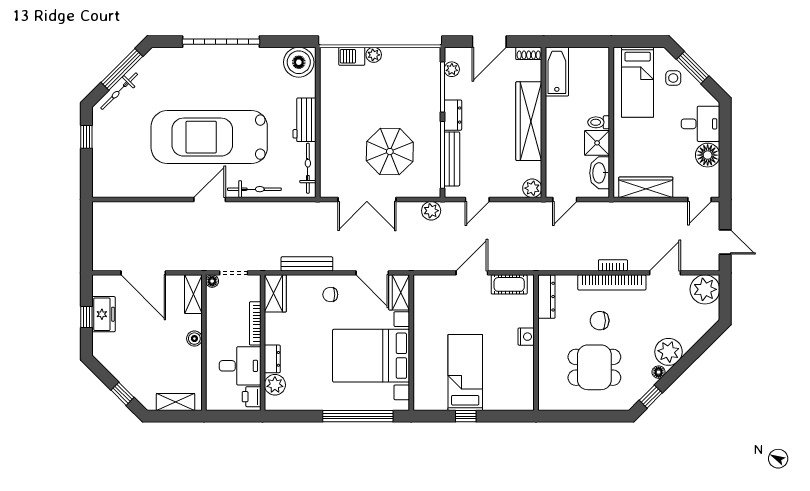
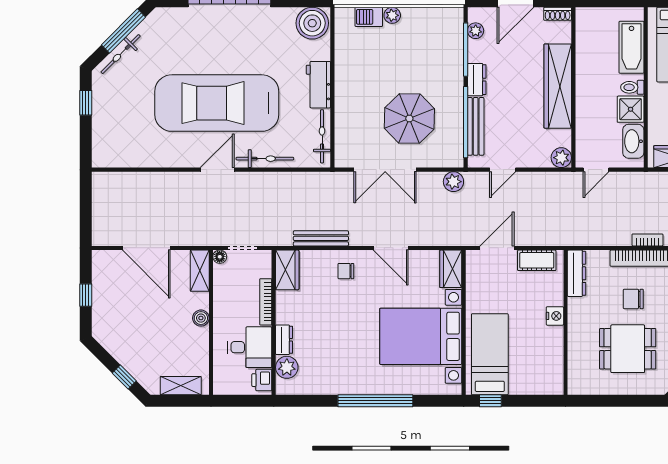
bathtub: (557, 72) -> (631, 47), moved, turned 180
wardrobe: (399, 292) -> (451, 269), moved
freezer: (103, 314) -> (104, 292), removed
wall: (411, 343) -> (464, 322), moved
bed with nightstands: (371, 356) -> (421, 336), moved

